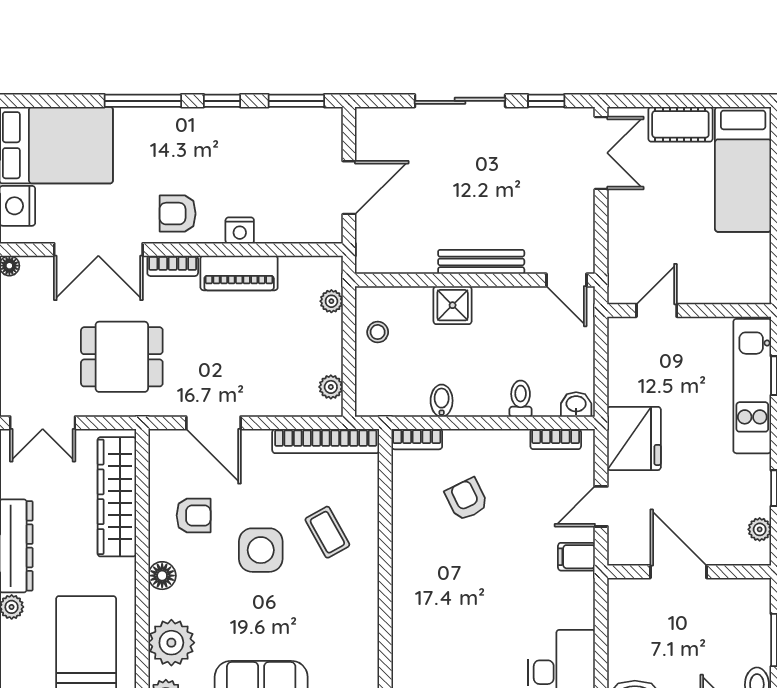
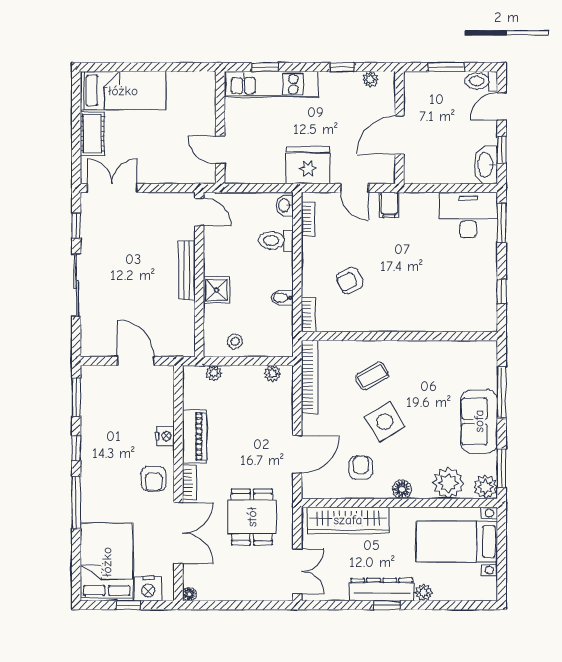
door: (566, 280) -> (199, 212), hinge flipped
toilet: (521, 399) -> (276, 240), width x1.37, depth x1.39
side table: (261, 550) -> (385, 422), turned -31

